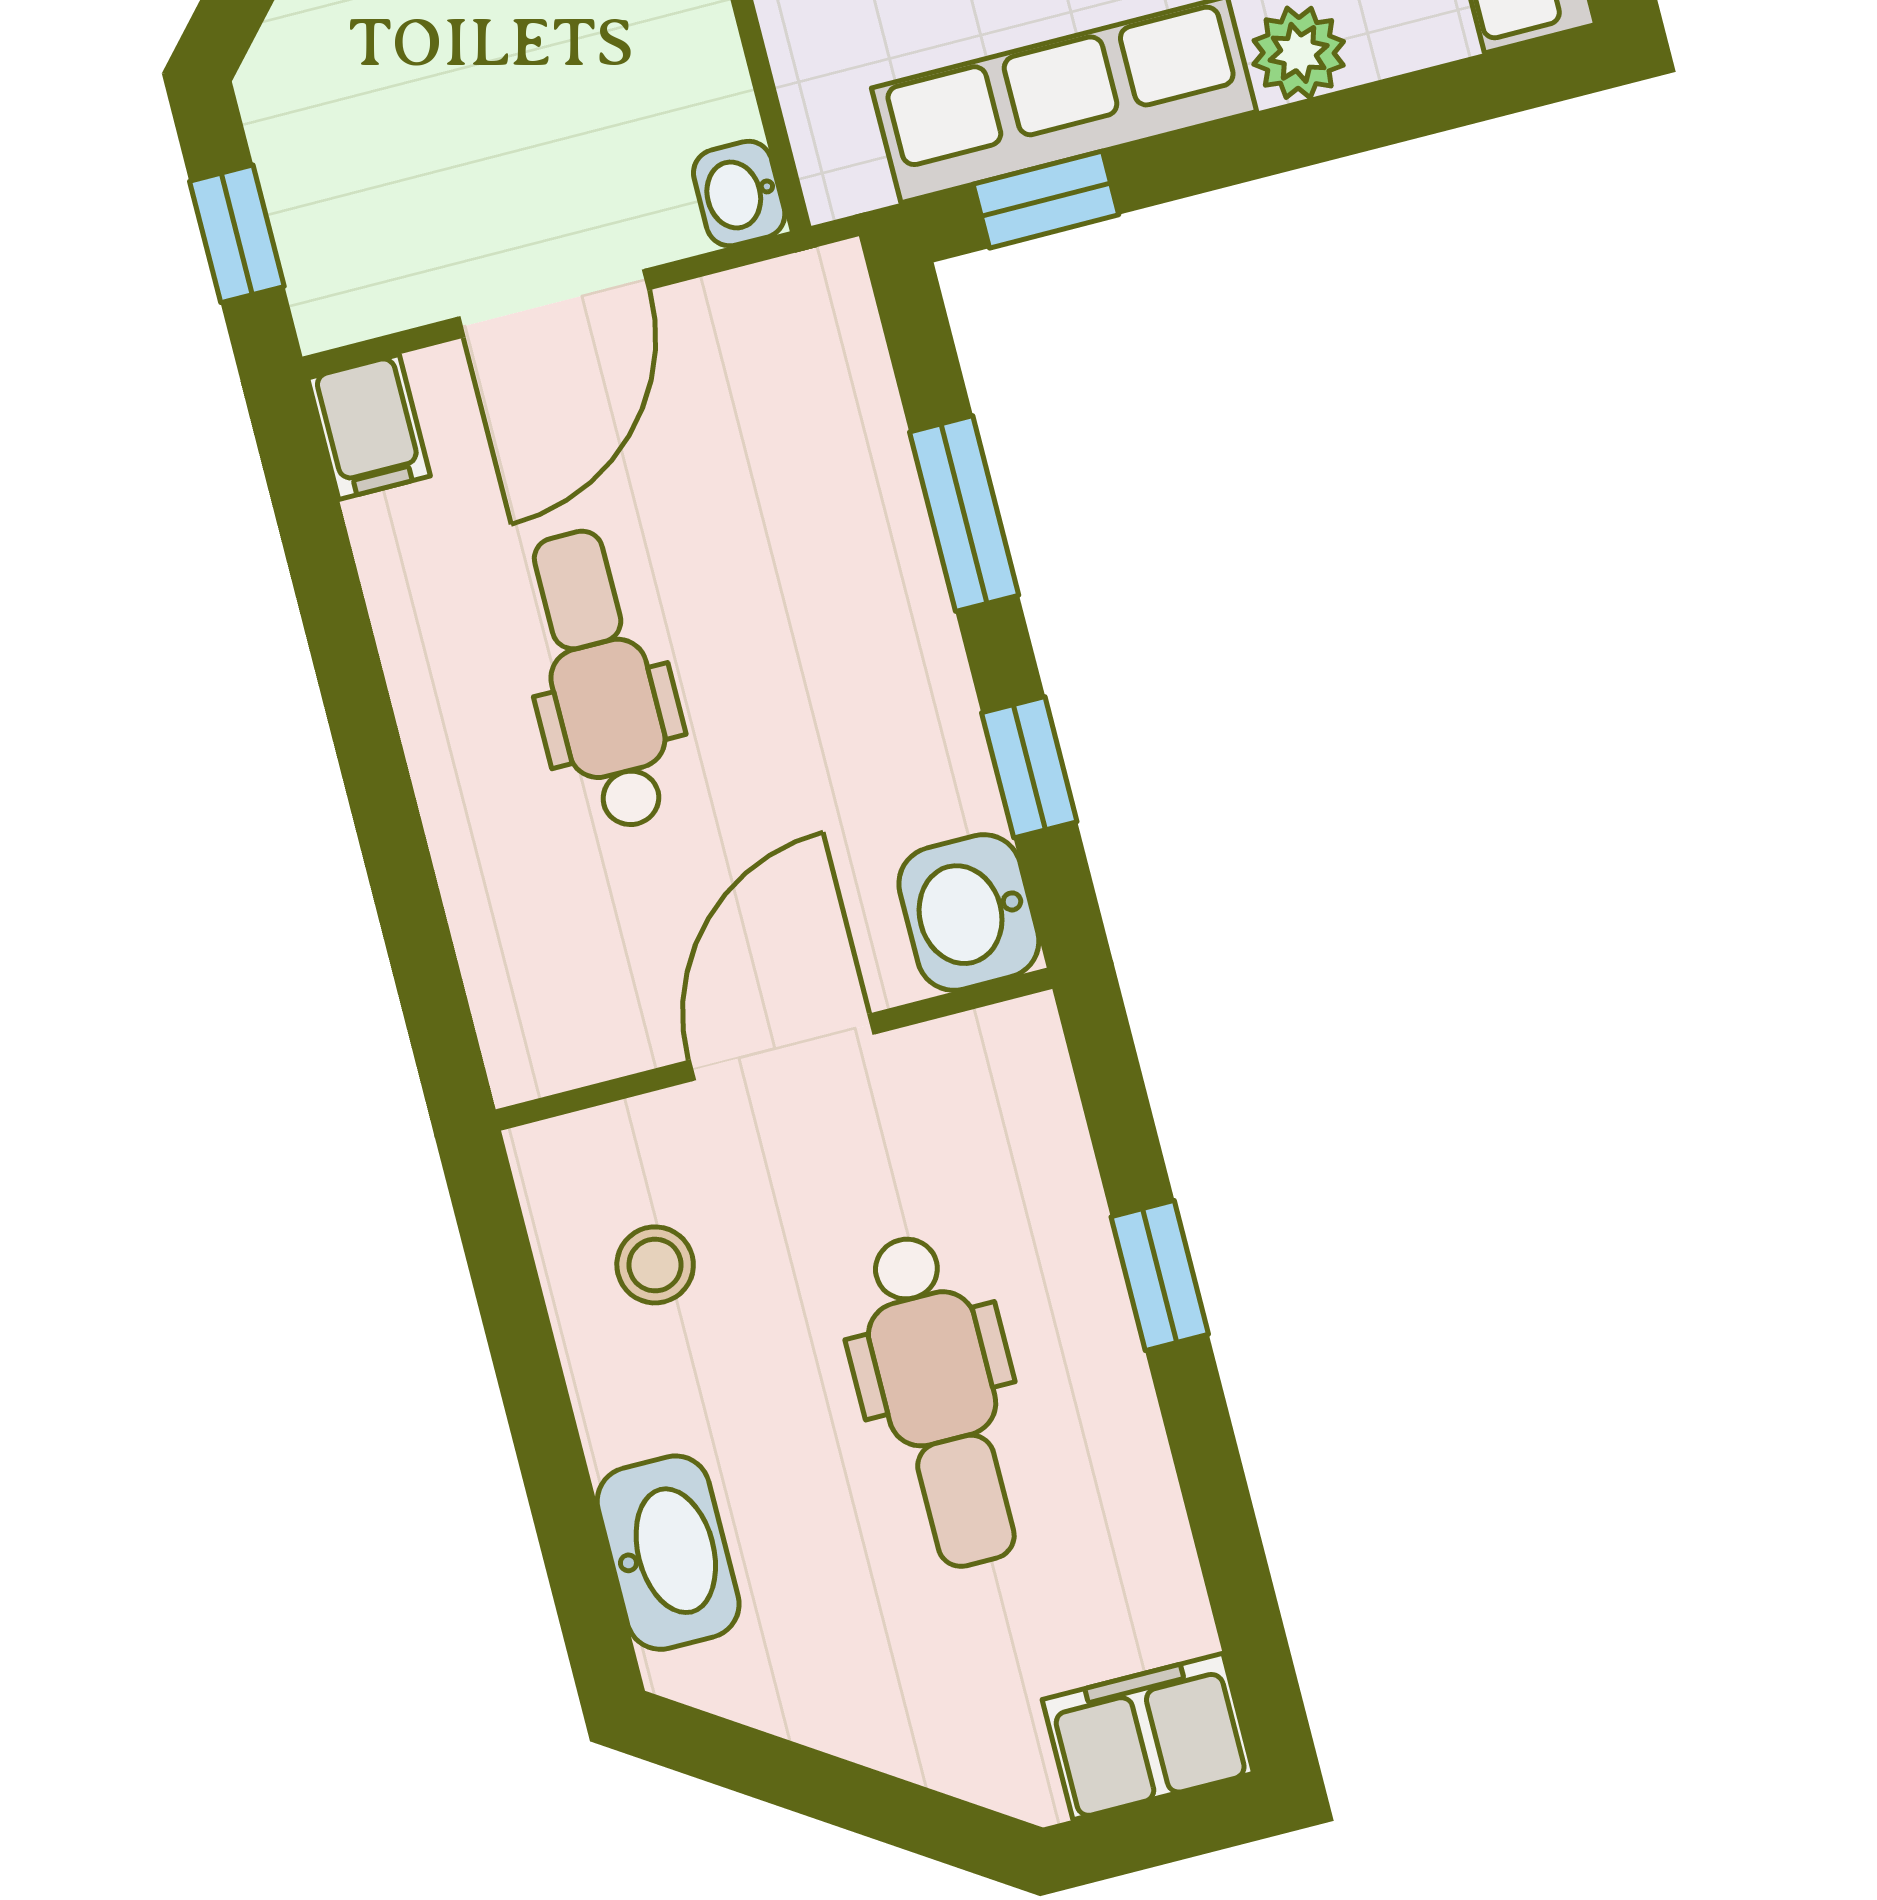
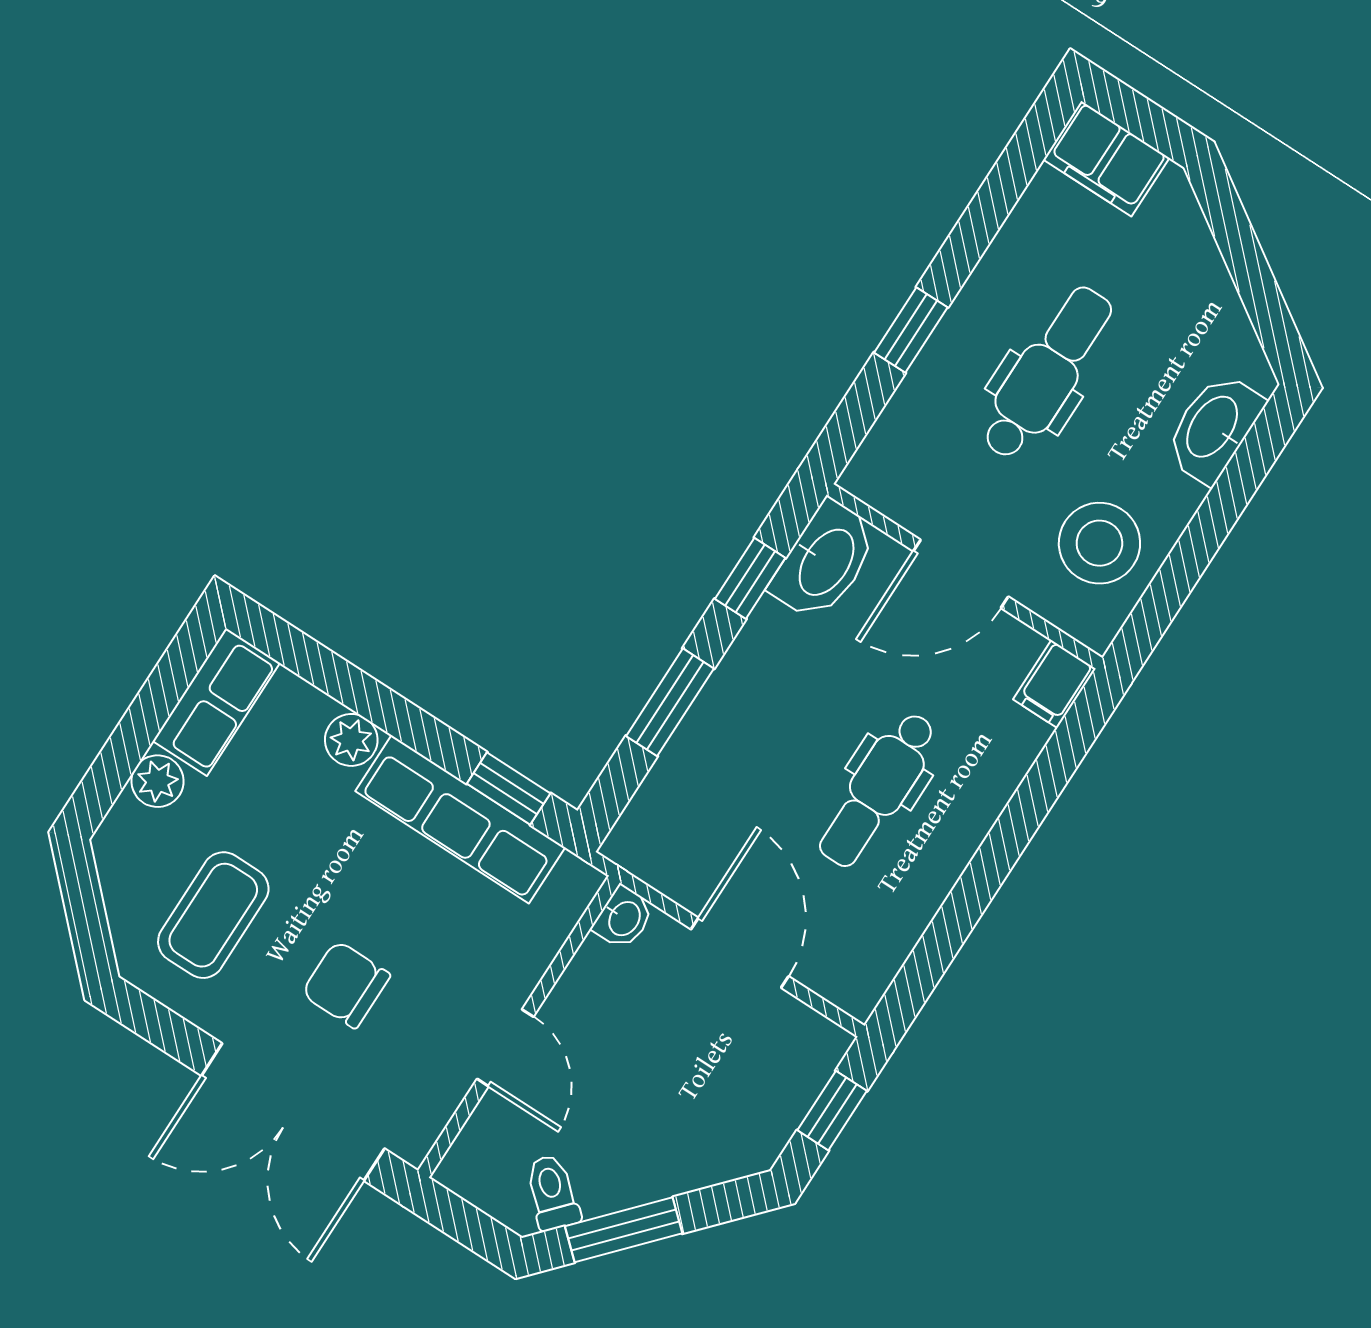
door: (554, 303) -> (740, 953), hinge flipped
filing cabinet: (369, 427) -> (1054, 684), moved, turned 180
washbasin: (969, 912) -> (825, 561), width x1.38
stool: (655, 1265) -> (1099, 543), width x1.89, depth x1.89

